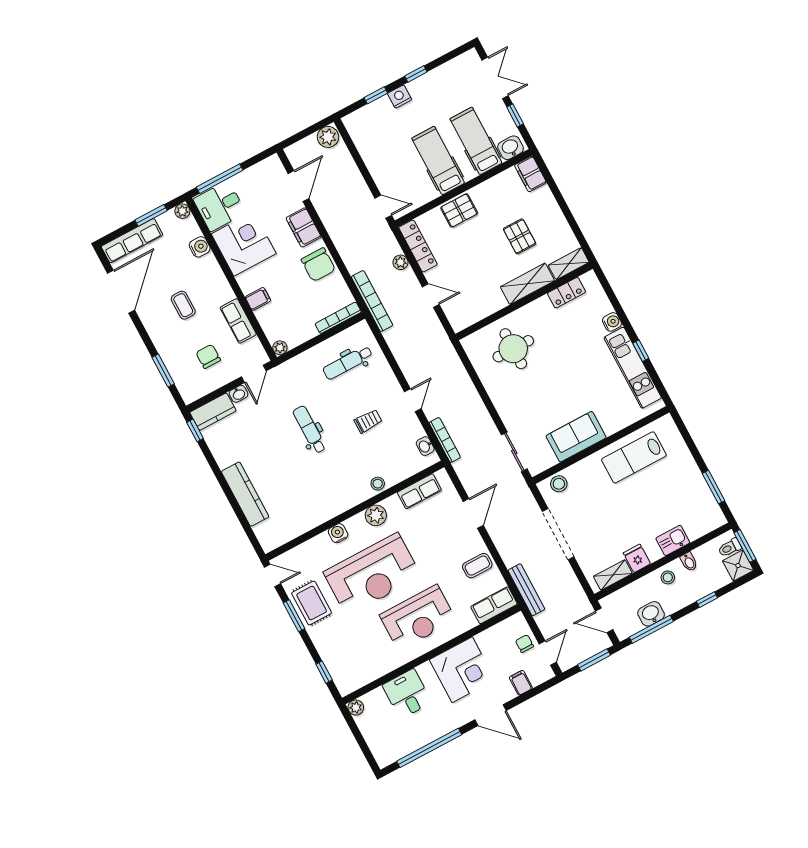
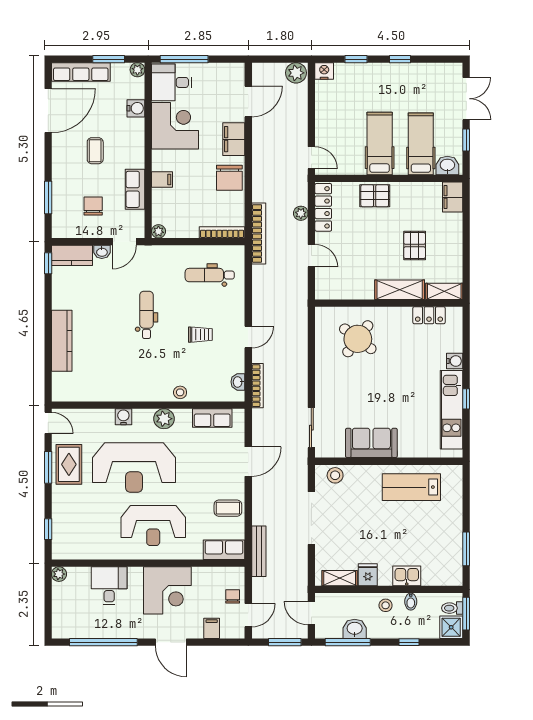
nightstand: (400, 97) -> (324, 71), moved
round table: (513, 349) -> (358, 339), turned 37

